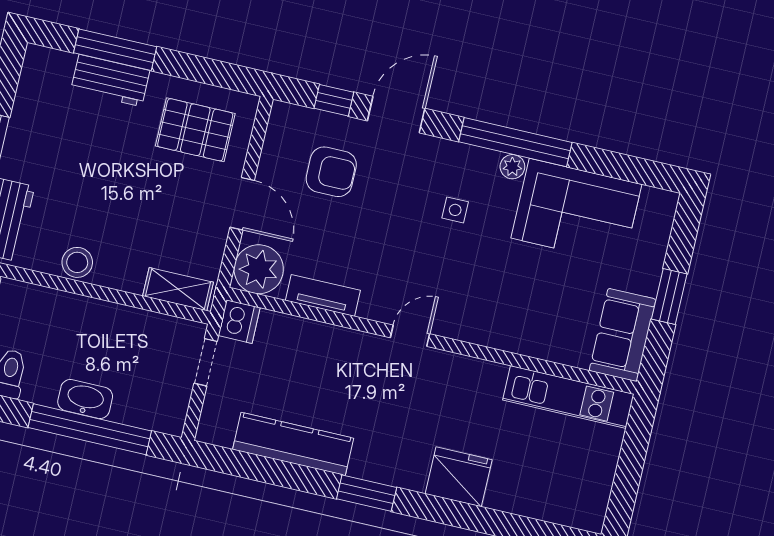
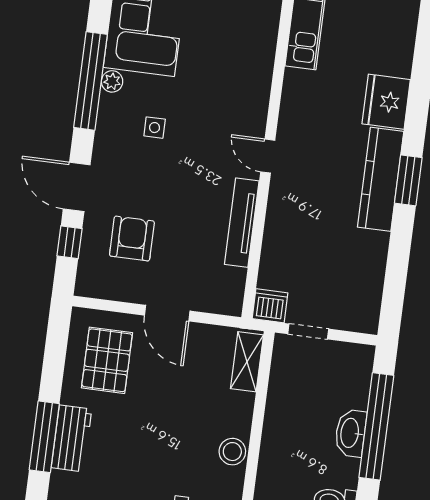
door: (242, 204) -> (167, 313), swing flipped
plant: (259, 269) -> (223, 293), removed
tv unit: (323, 295) -> (242, 223), width x1.41
kitchen counter: (293, 444) -> (381, 179), moved

